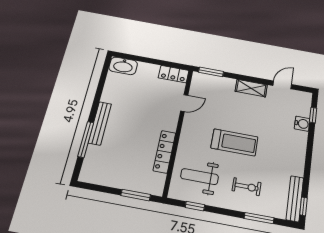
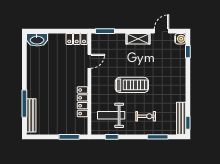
bench: (100, 123) -> (31, 115), moved
water cooler: (302, 124) -> (180, 39), moved

